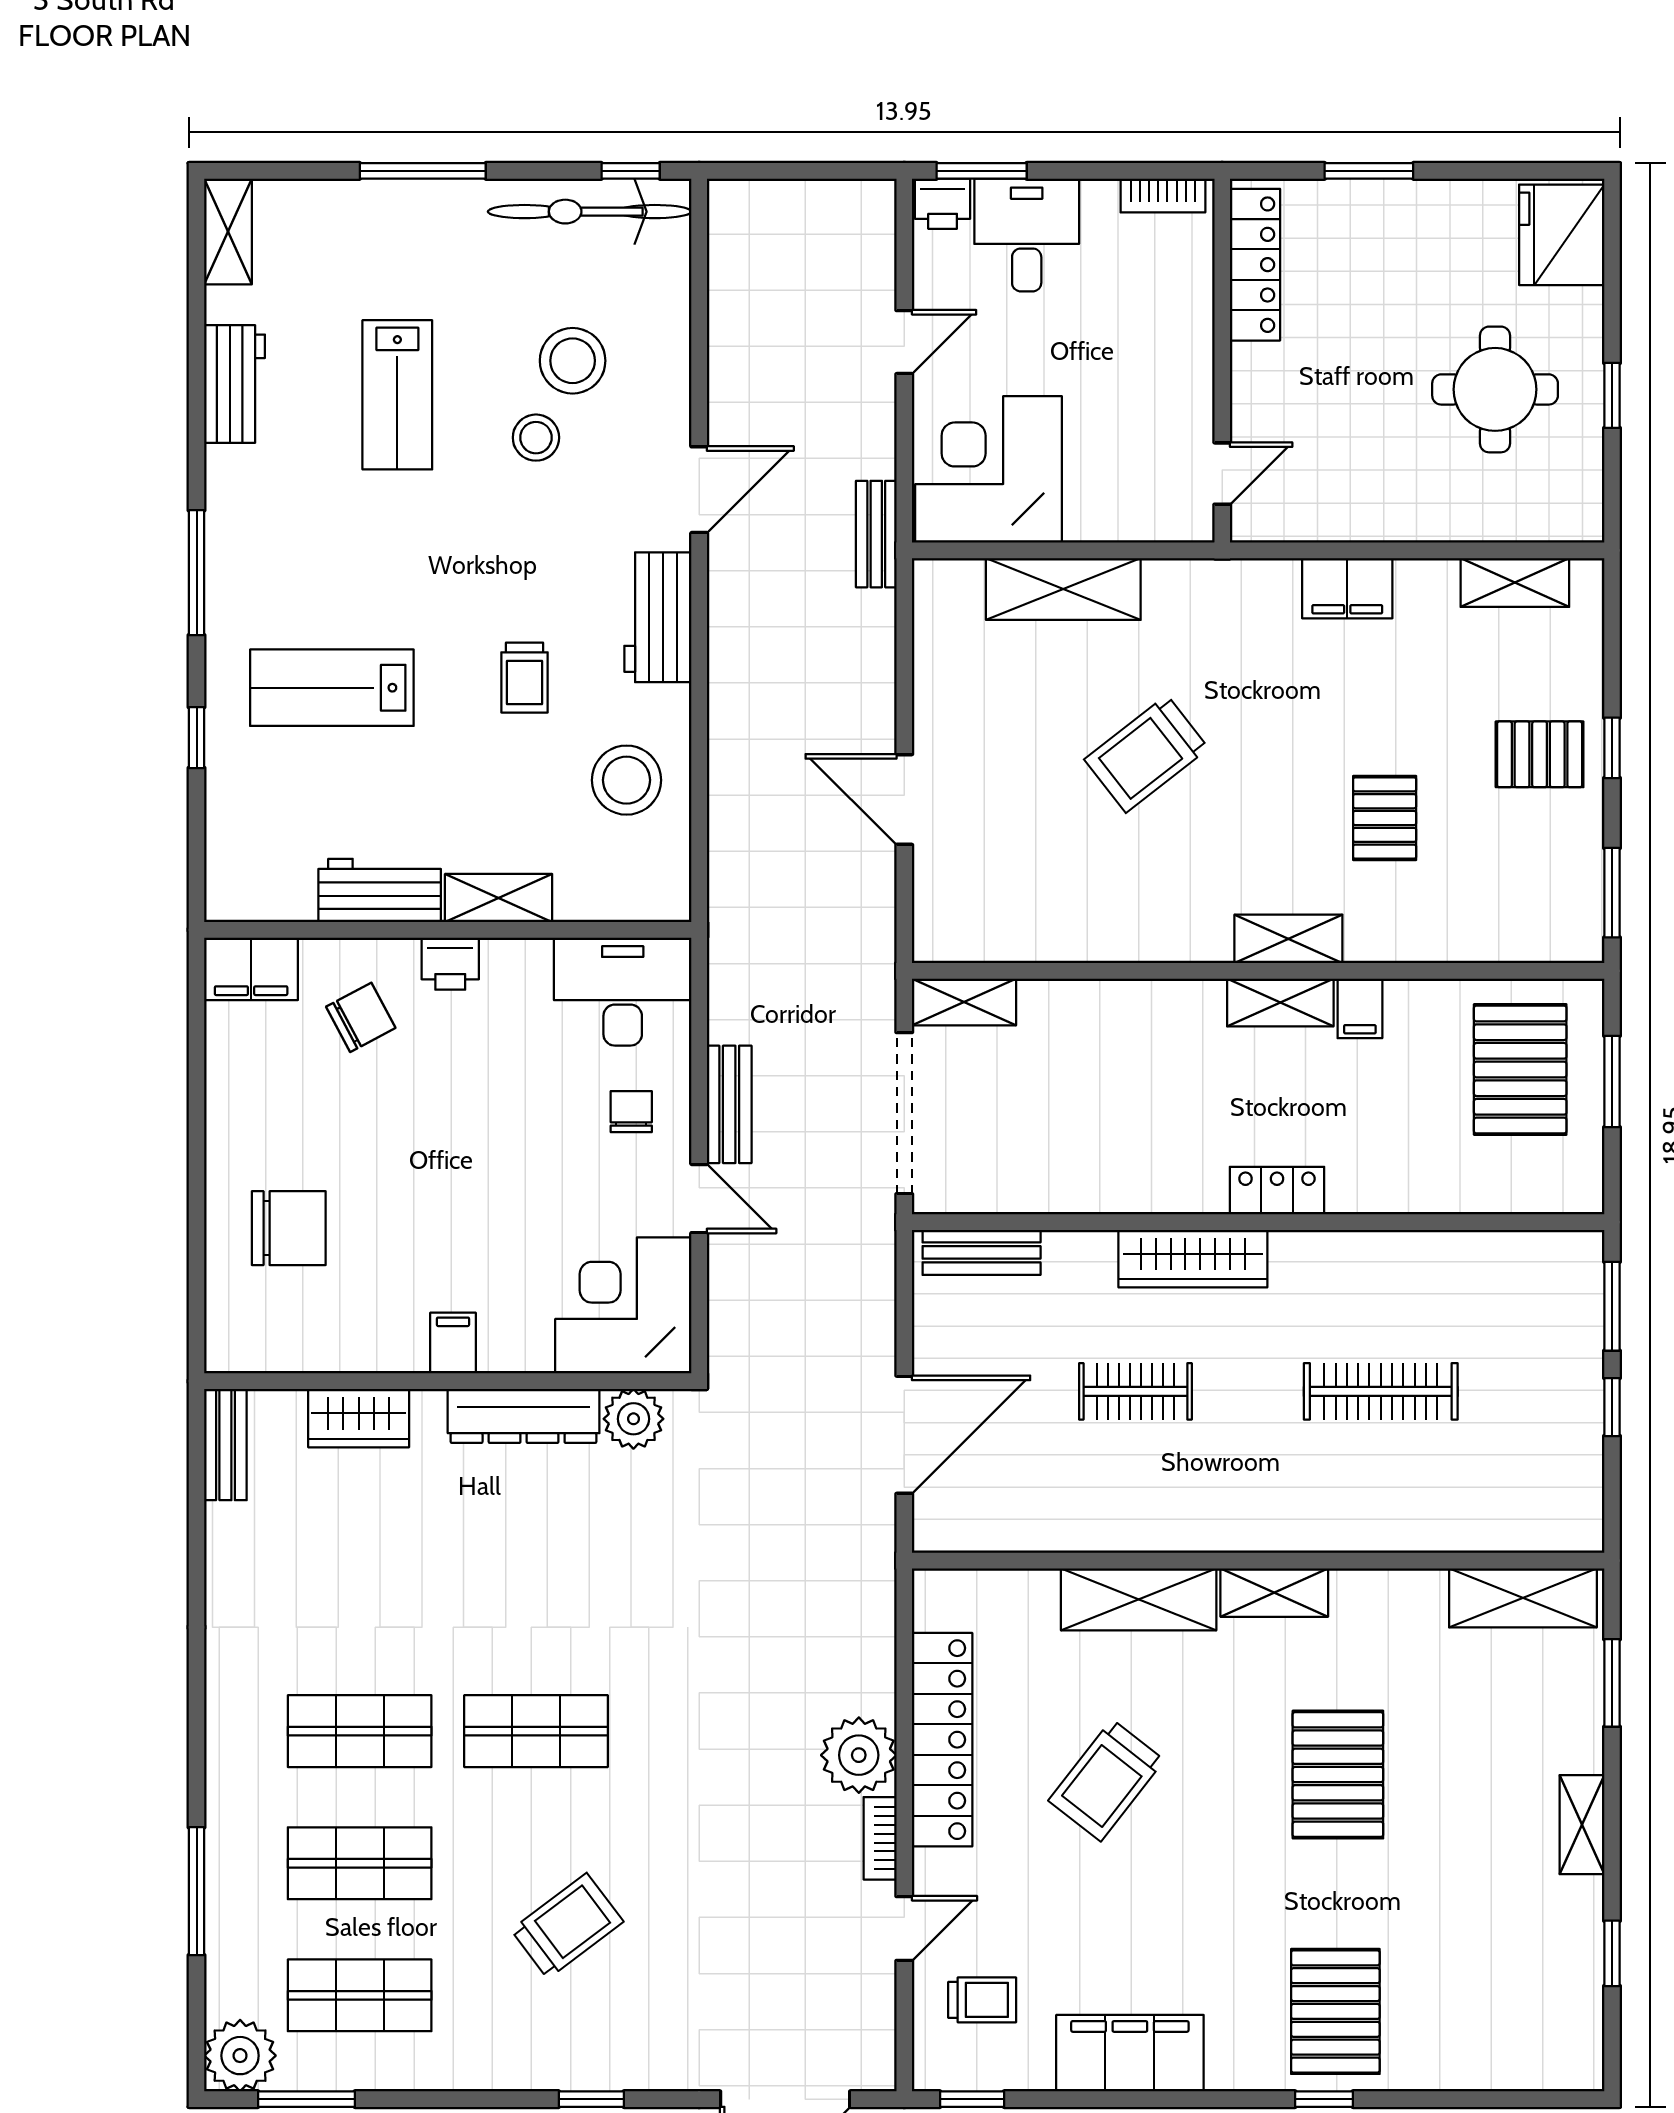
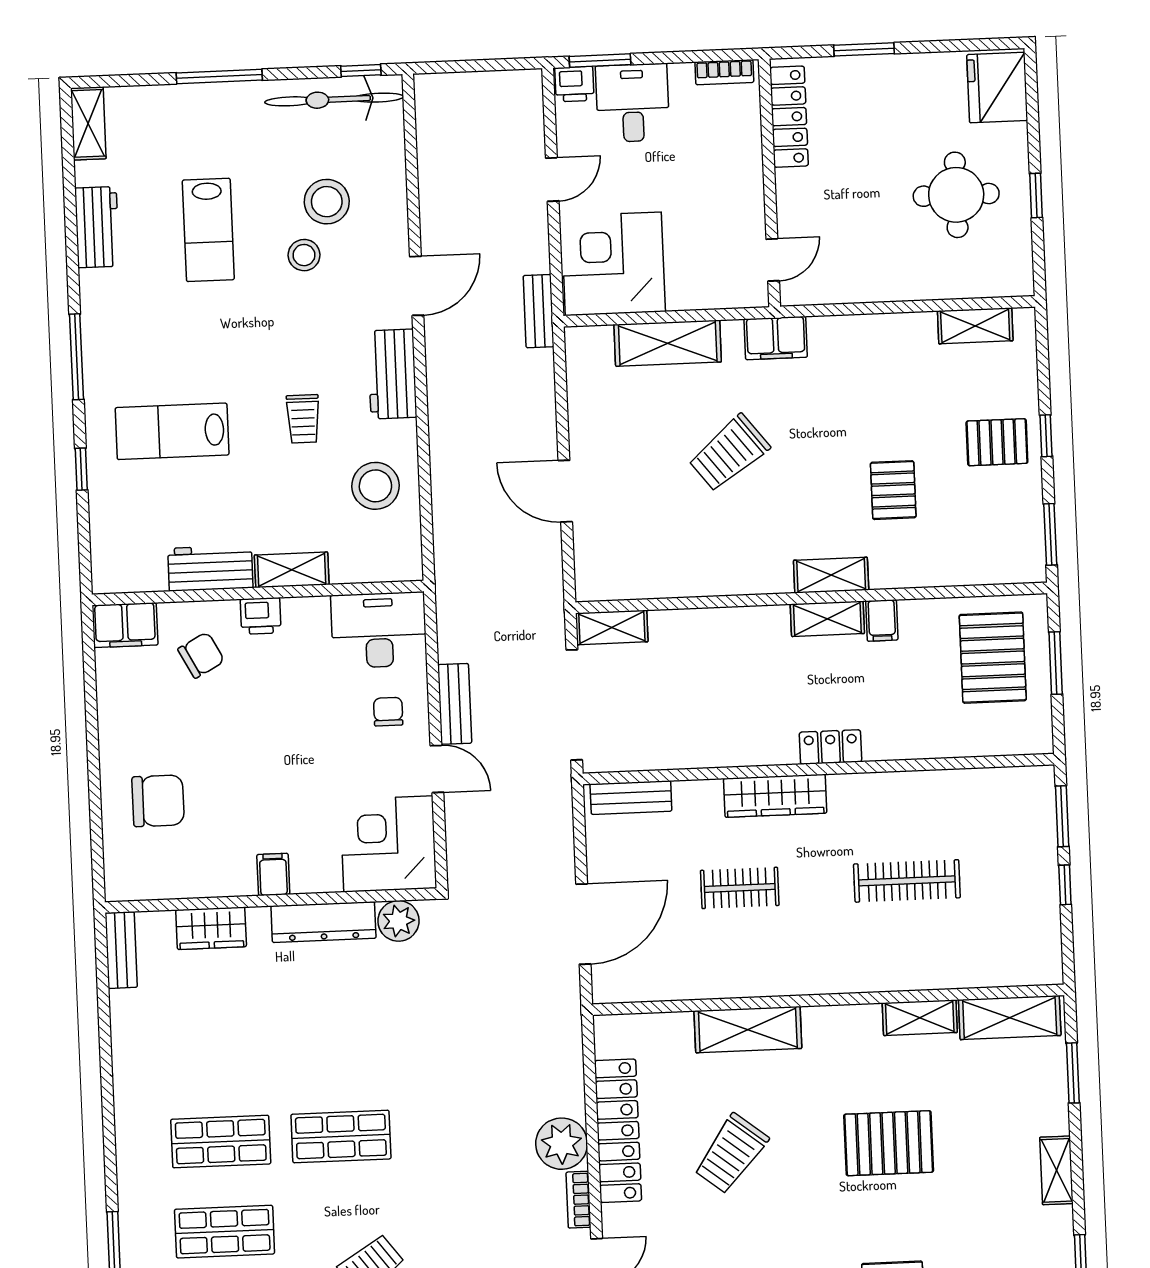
filing cabinet: (1347, 588) -> (776, 338), moved
shelving: (1274, 1593) -> (920, 1018), moved
pallet: (1338, 1775) -> (889, 1143), turned 90

